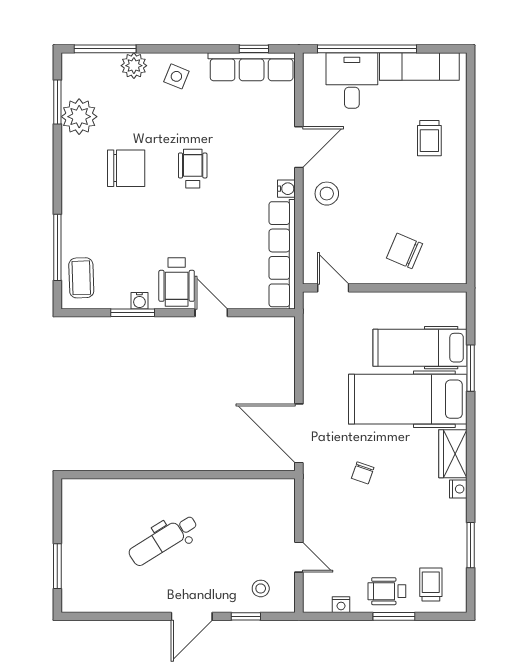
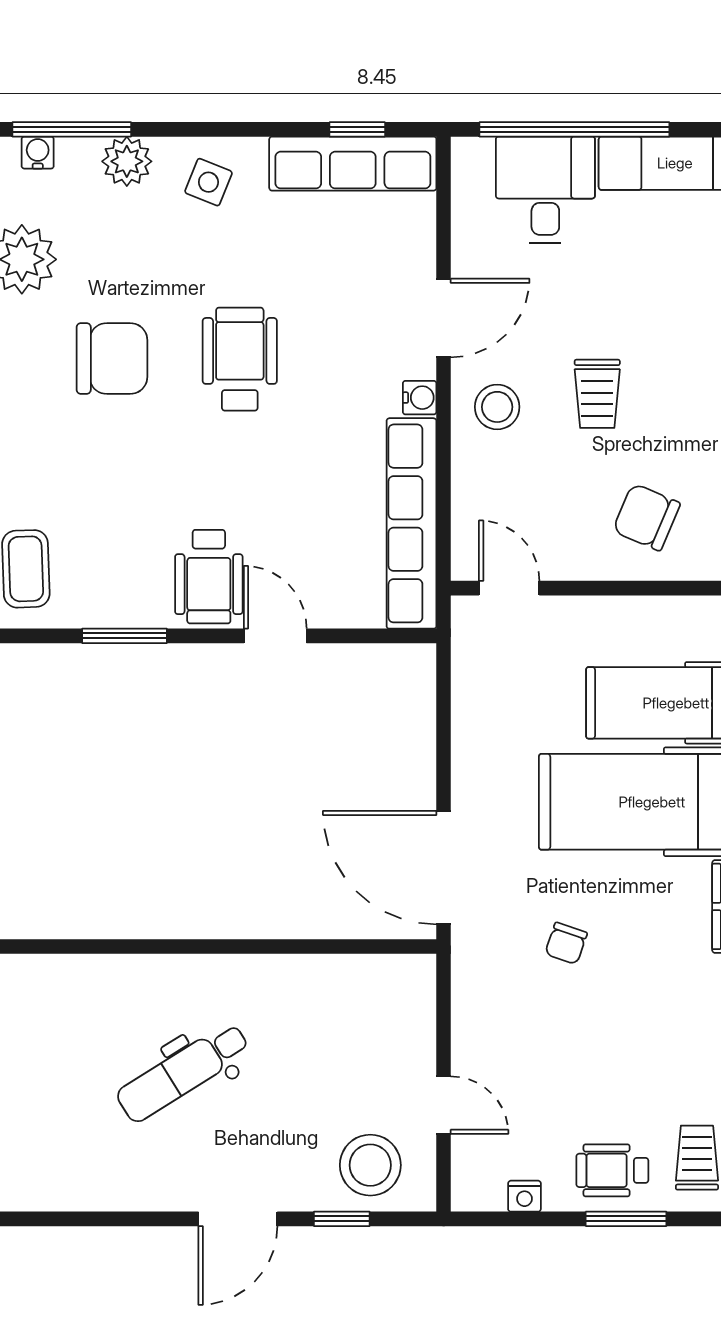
trolley: (429, 138) -> (597, 394), moved
wheelchair: (193, 169) -> (240, 359), width x1.36, depth x1.37
water cooler: (139, 301) -> (38, 153), moved, turned 180
stool: (261, 588) -> (370, 1165), width x1.89, depth x1.89

